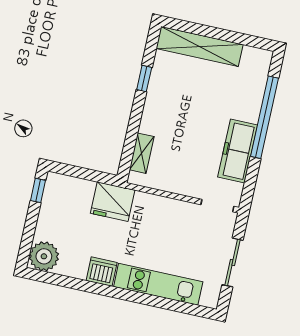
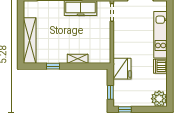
shelving: (142, 153) -> (78, 59), moved
window: (74, 171) -> (110, 92), added

